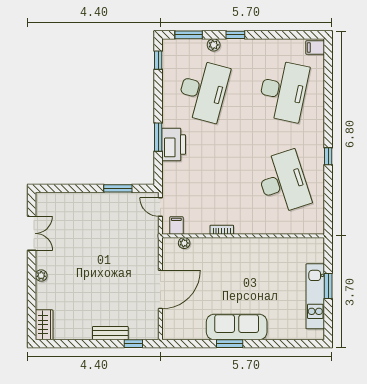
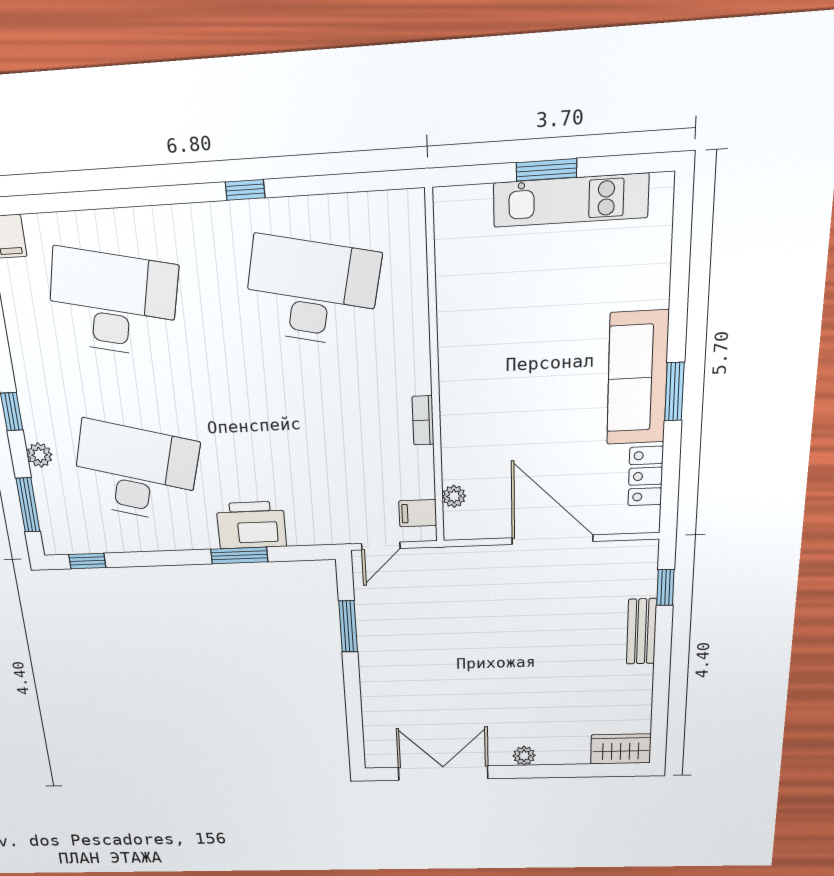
desk: (283, 182) -> (312, 291), turned 30
double door: (32, 233) -> (443, 773), width x1.37
locker: (190, 332) -> (646, 476), added

